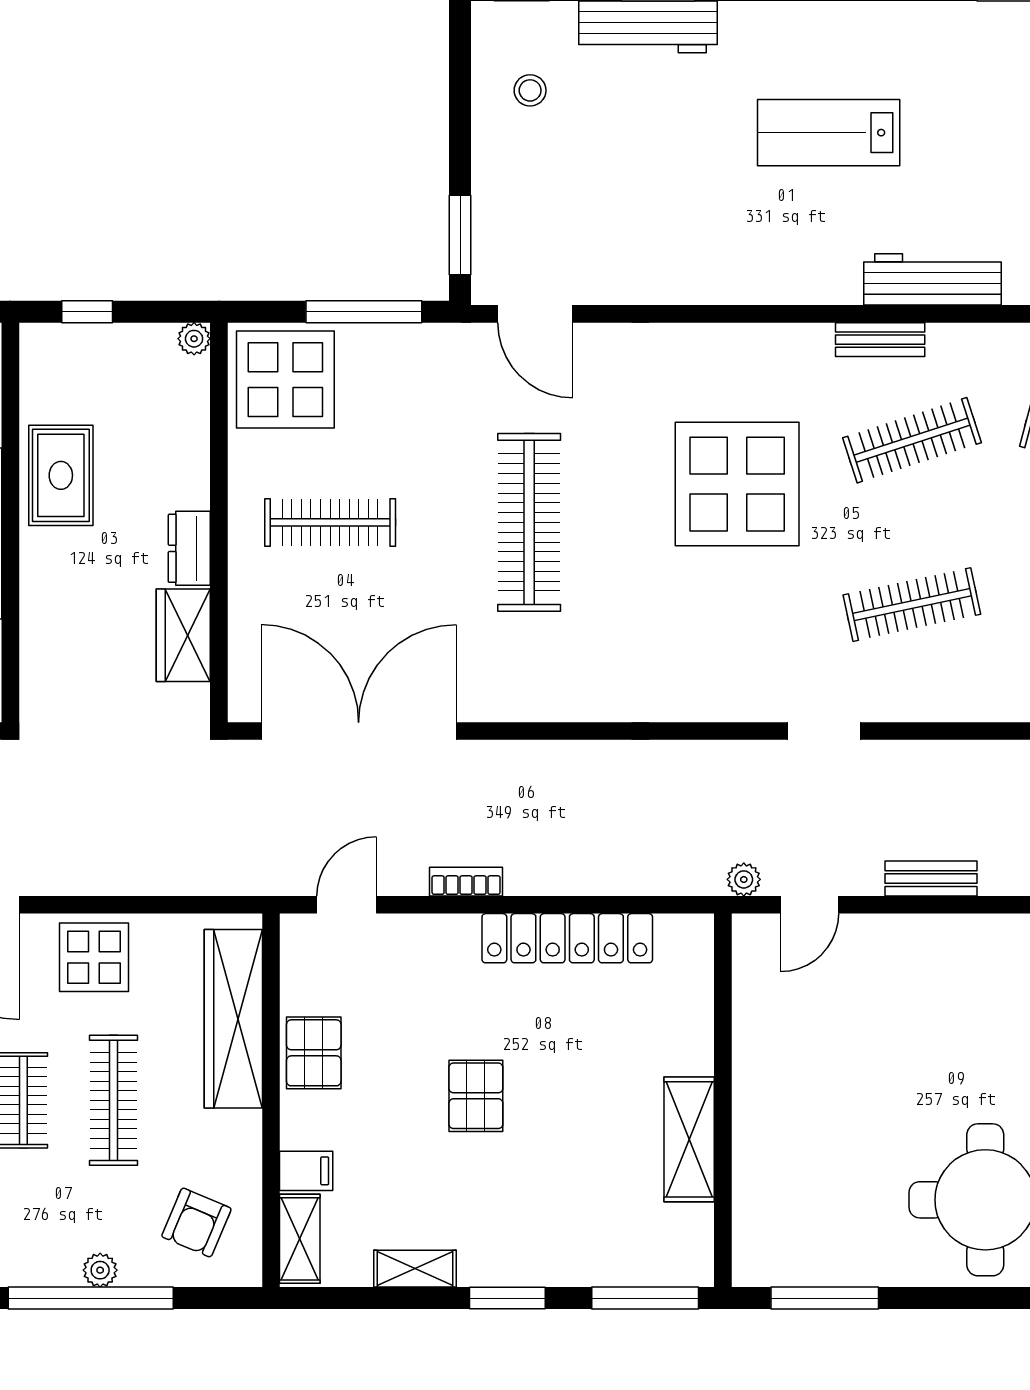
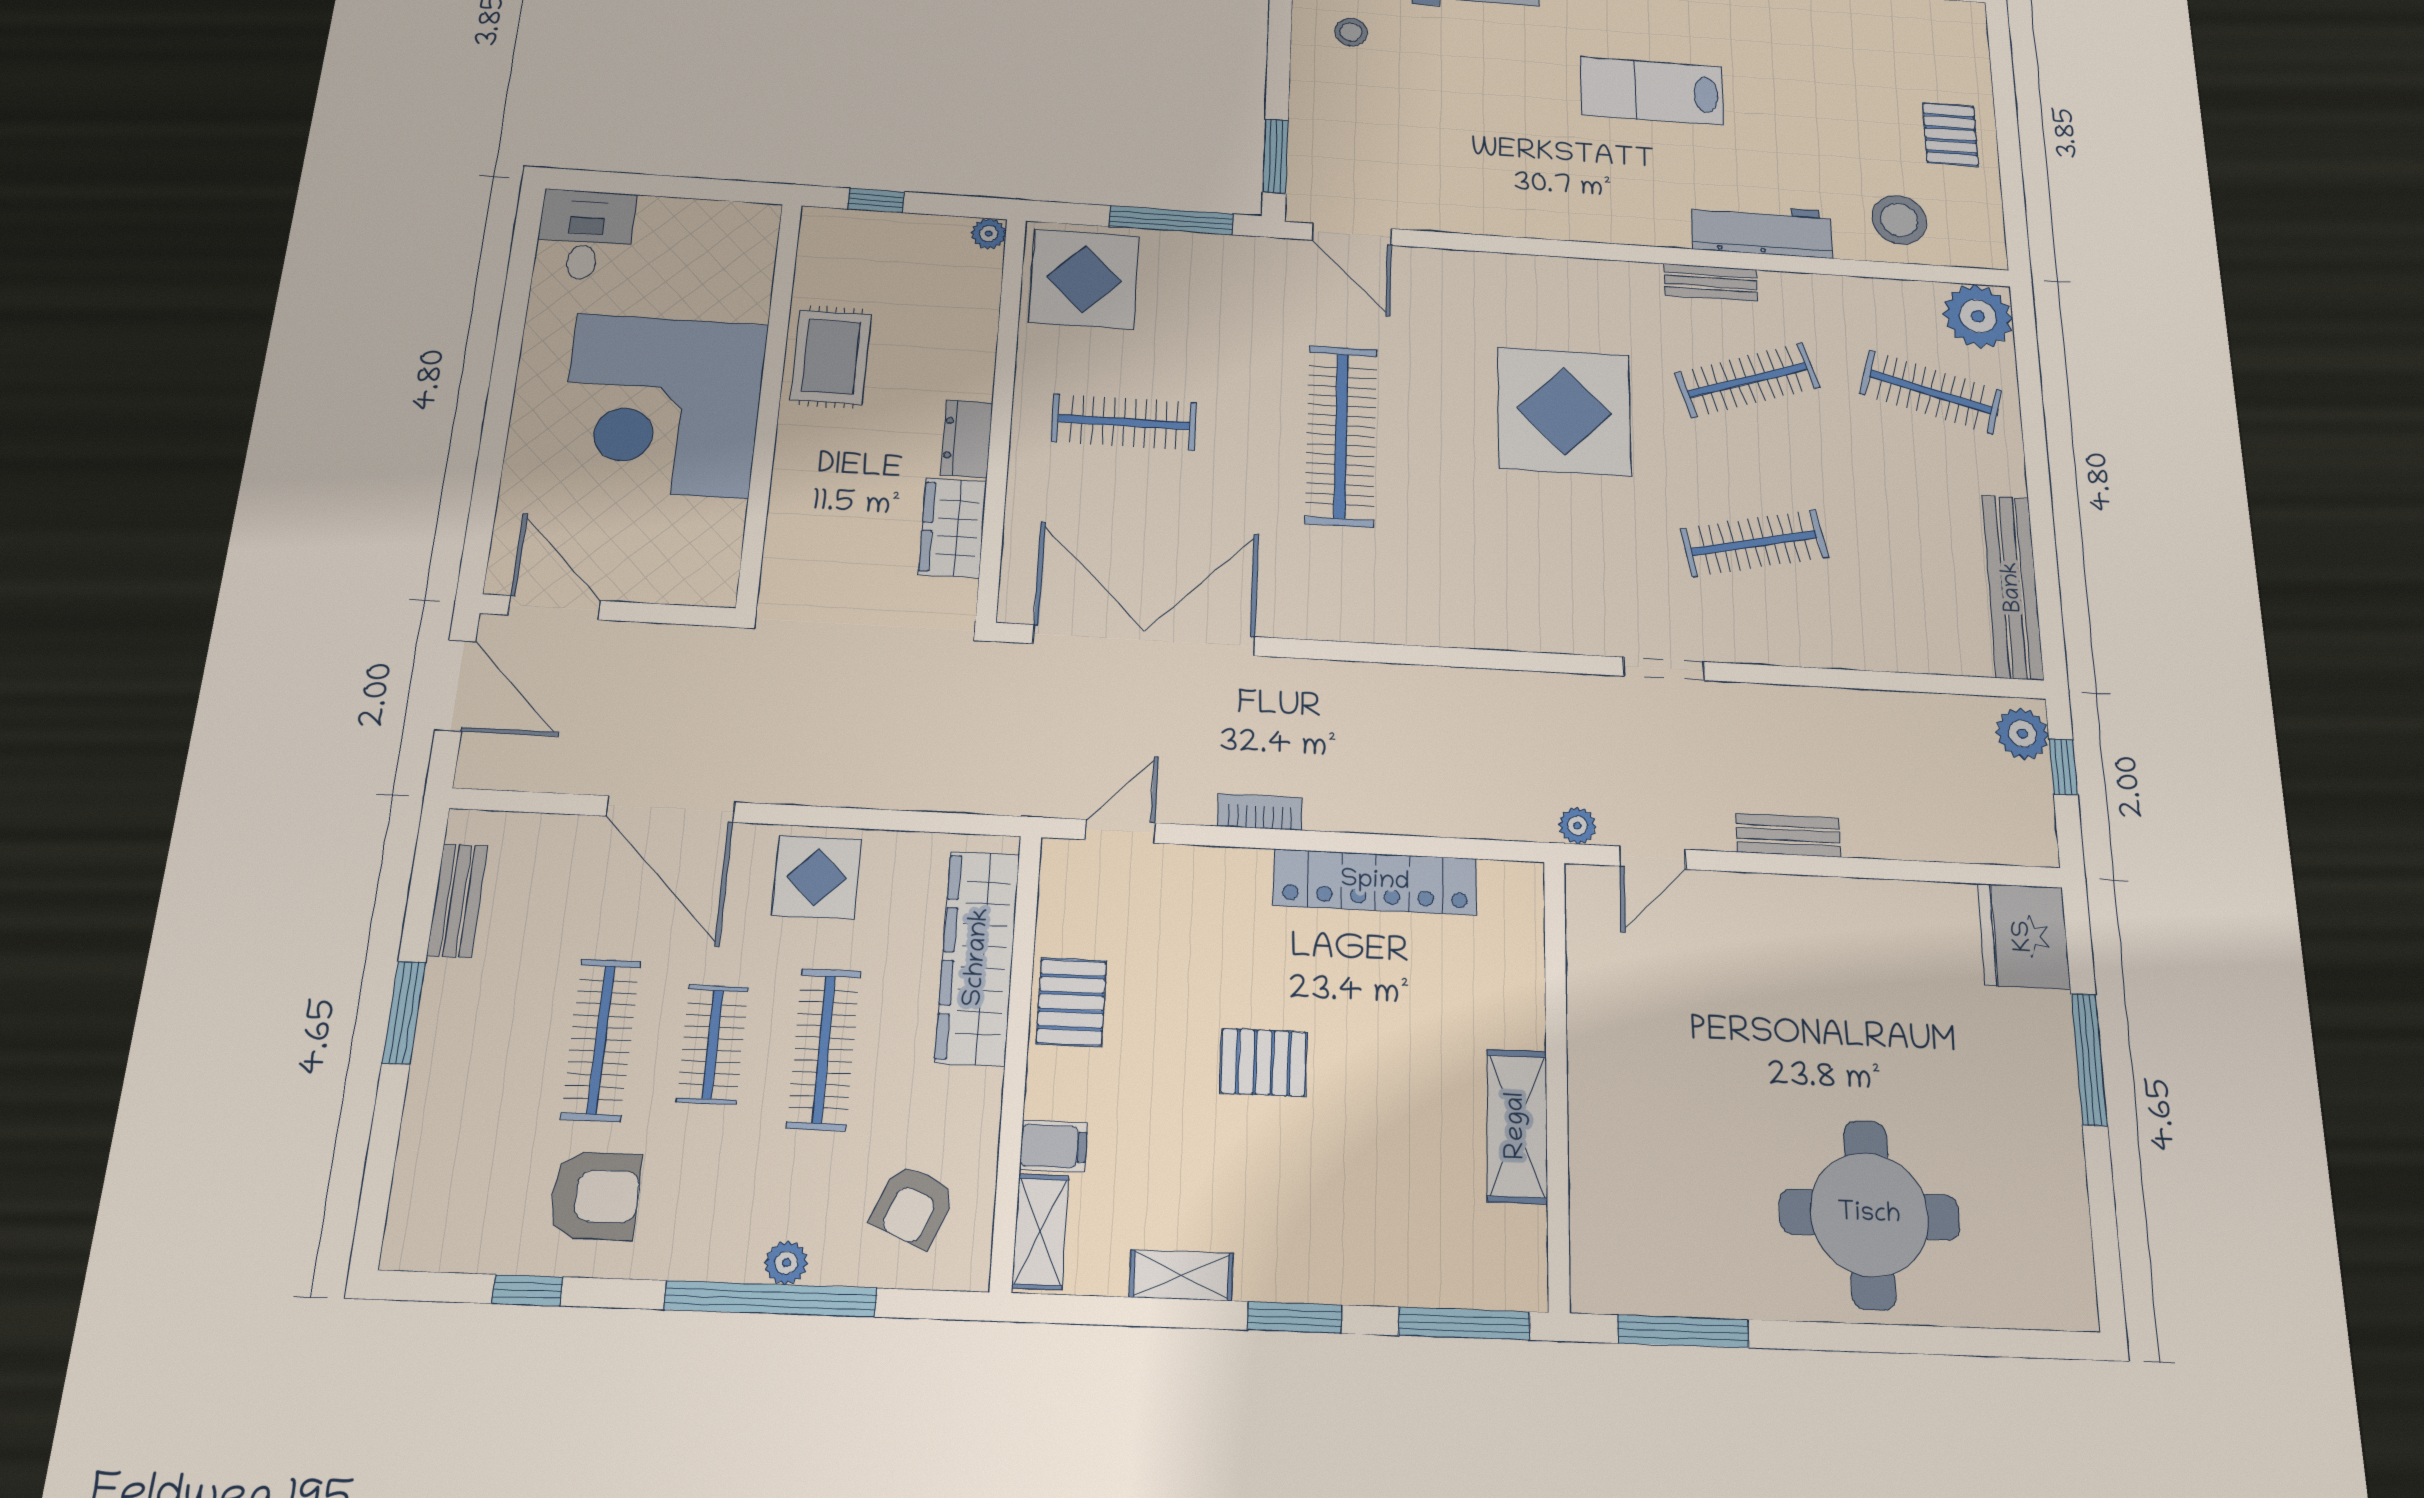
pallet: (476, 1096) -> (1263, 1062), turned 90

